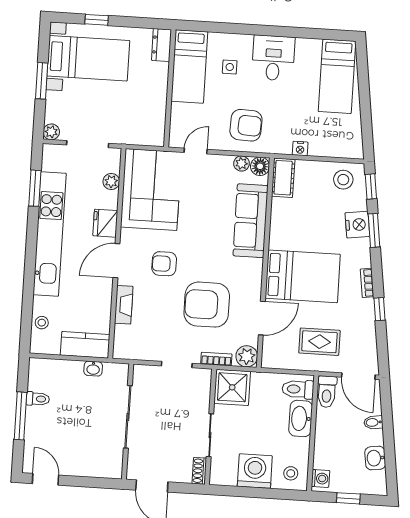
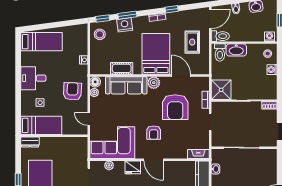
cot: (283, 178) -> (122, 68), moved
fireplace: (124, 305) -> (198, 154), moved
plant: (247, 356) -> (154, 83), moved
washing machine: (255, 471) -> (272, 70), width x0.53, depth x0.53

